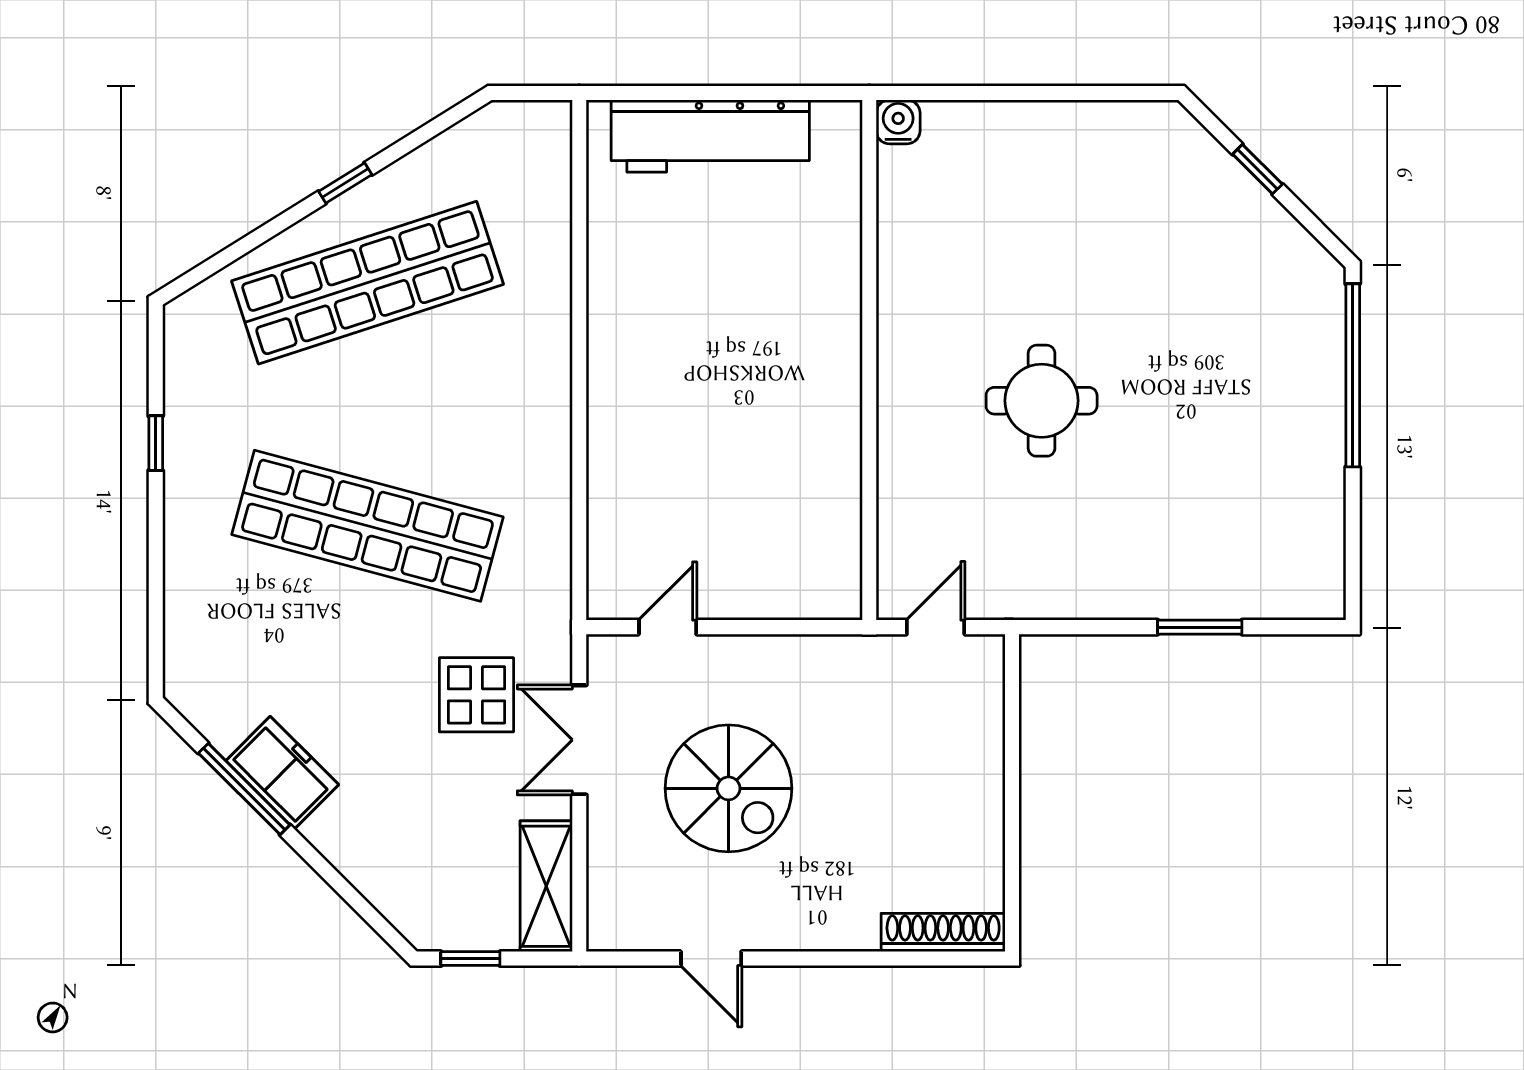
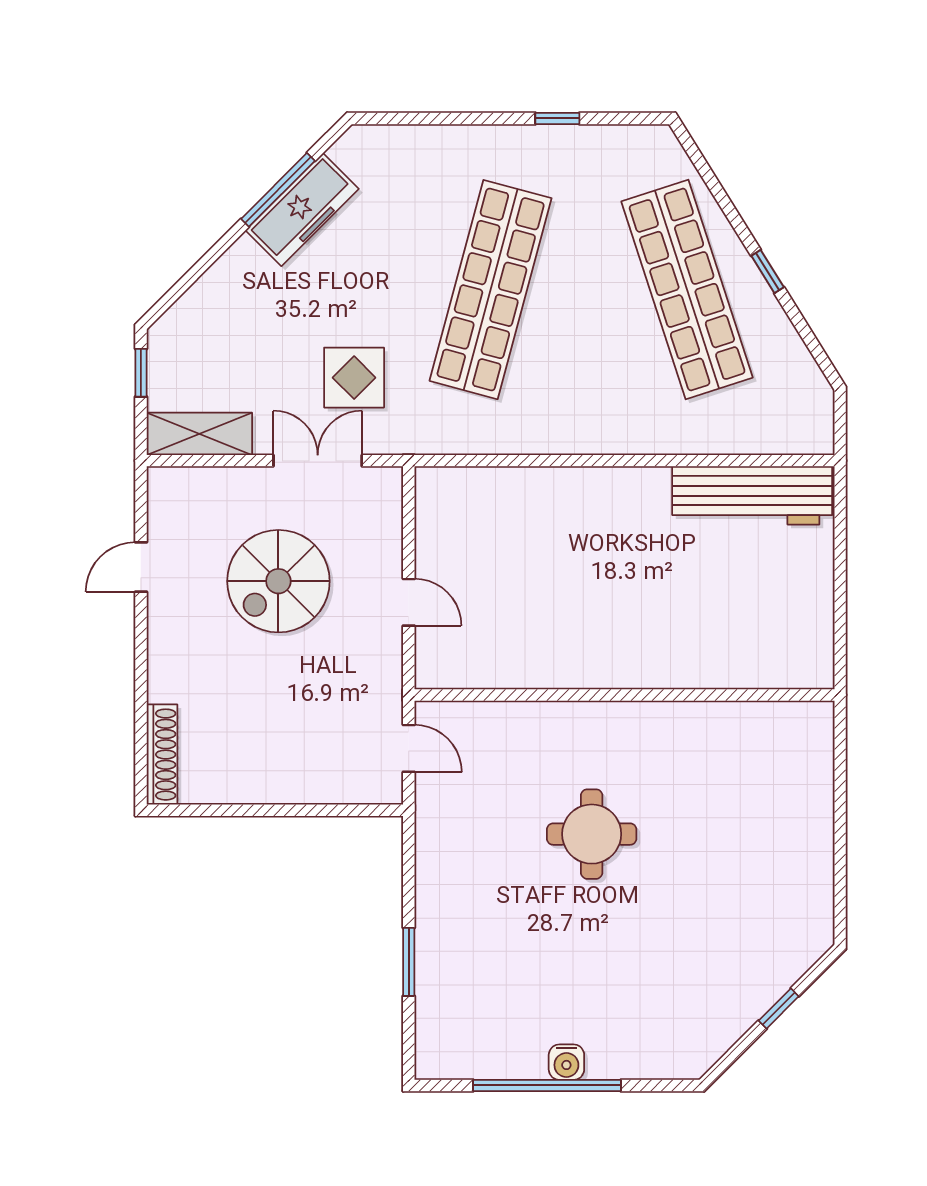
water cooler: (898, 122) -> (566, 1062), moved, turned 90
workbench: (710, 136) -> (752, 495), moved, turned -90
window: (1353, 375) -> (547, 1085), moved
door: (668, 627) -> (409, 602), moved
freezer: (282, 773) -> (302, 210), width x1.40

